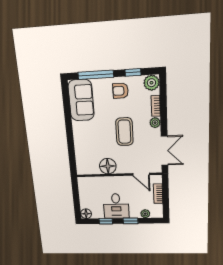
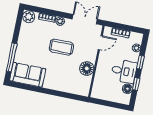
window: (133, 72) -> (17, 29), removed
armchair: (120, 91) -> (29, 42), removed
floor lamp: (86, 214) -> (127, 89), moved

